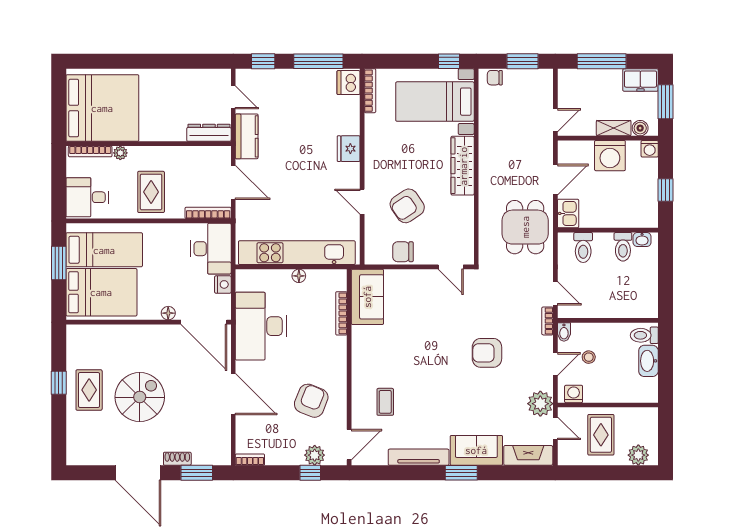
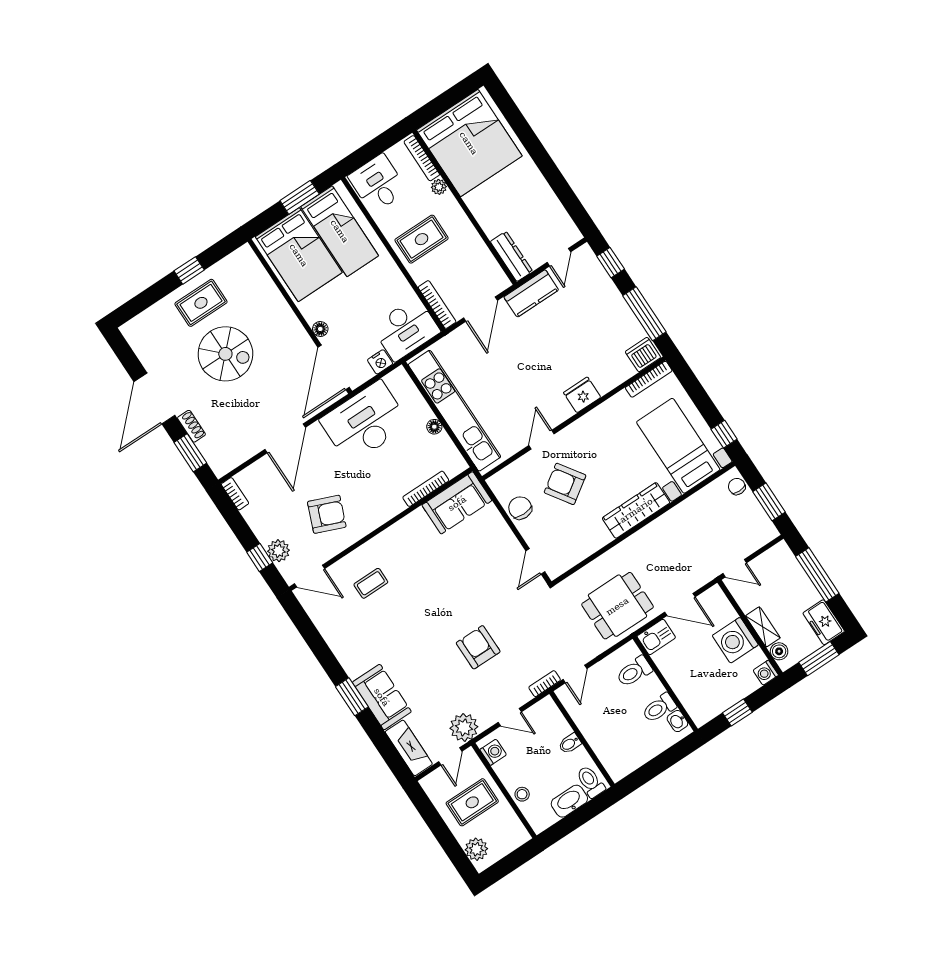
bidet: (564, 332) -> (570, 744), moved
stool: (589, 357) -> (522, 794), moved
tv unit: (419, 457) -> (340, 648), removed

